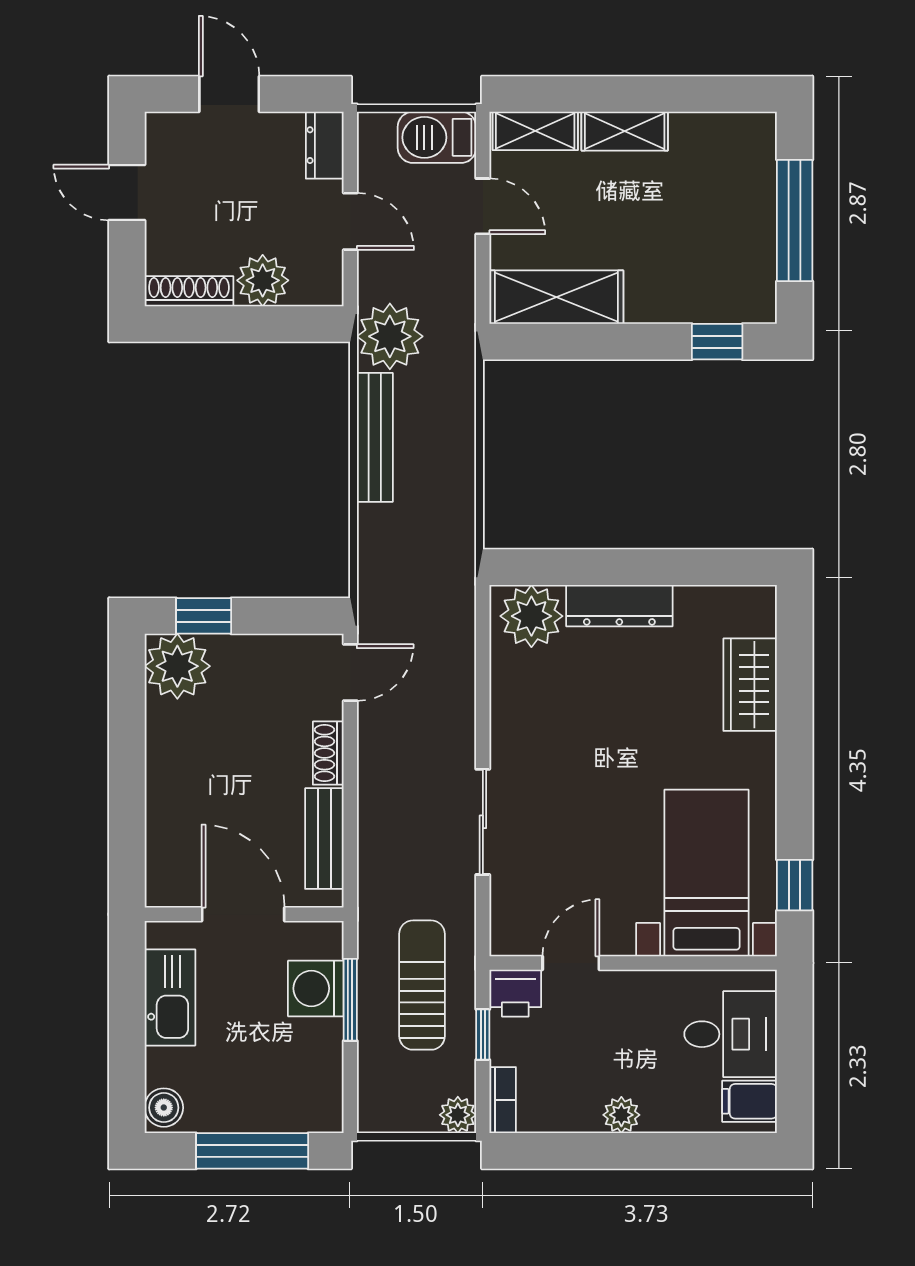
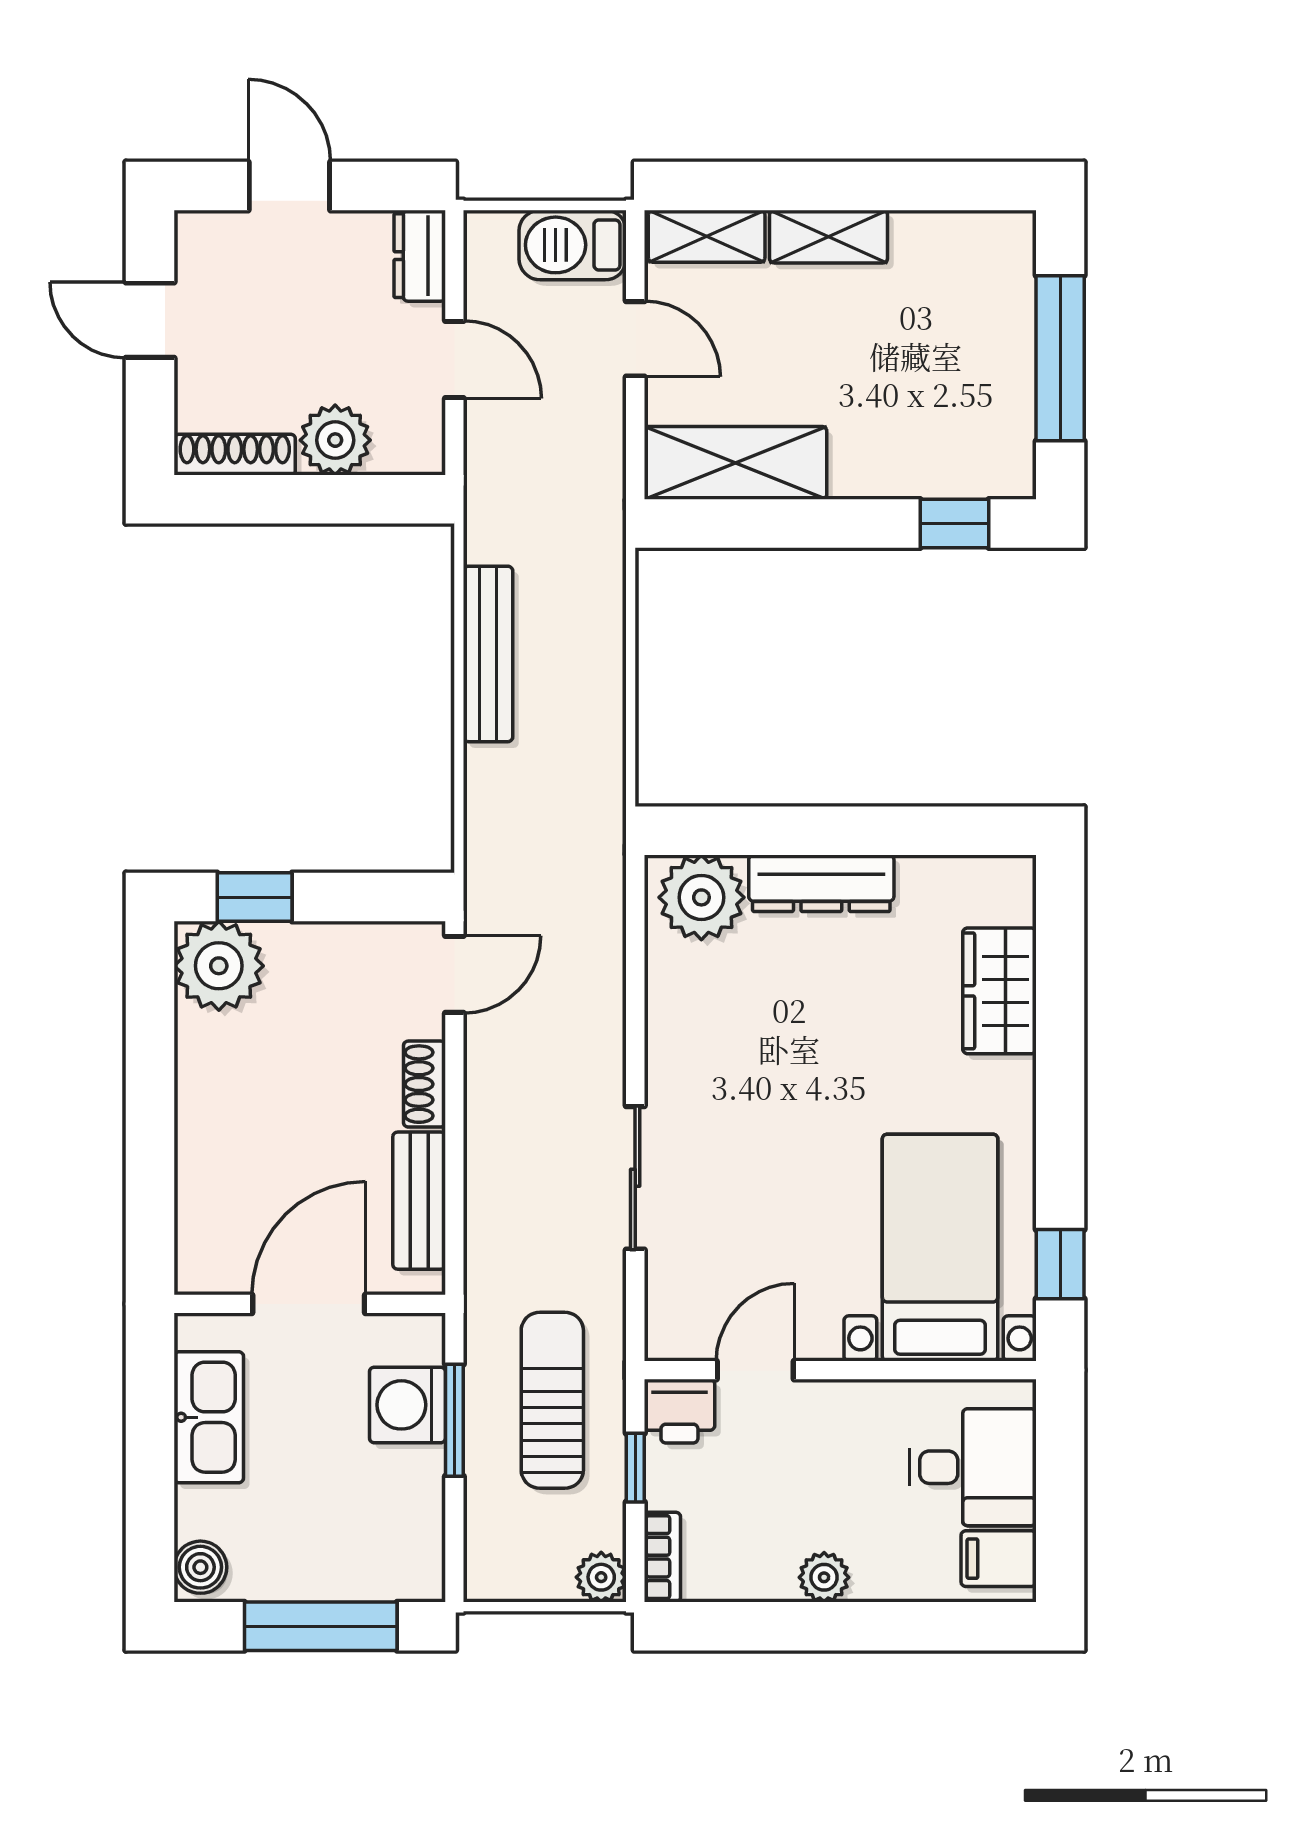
plant: (390, 336) -> (508, 516), removed
door: (243, 914) -> (309, 1304), hinge flipped

